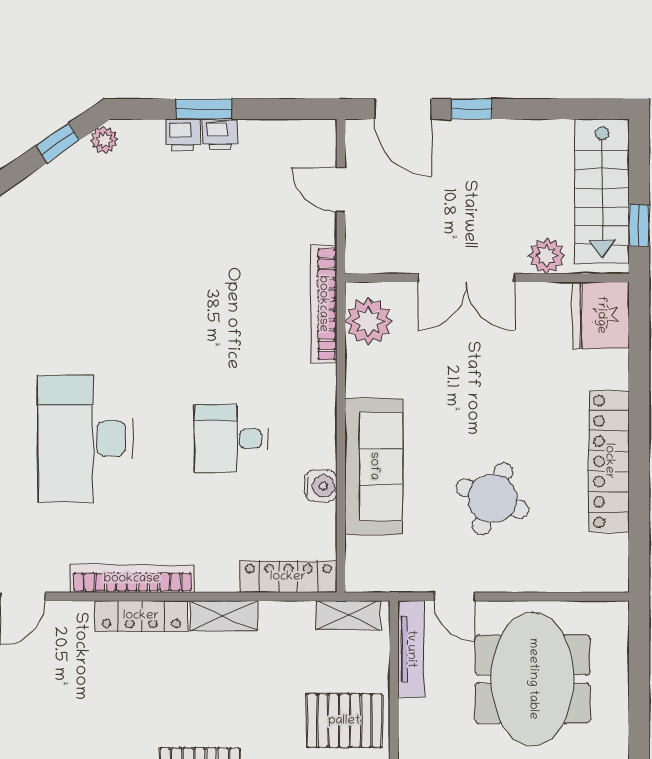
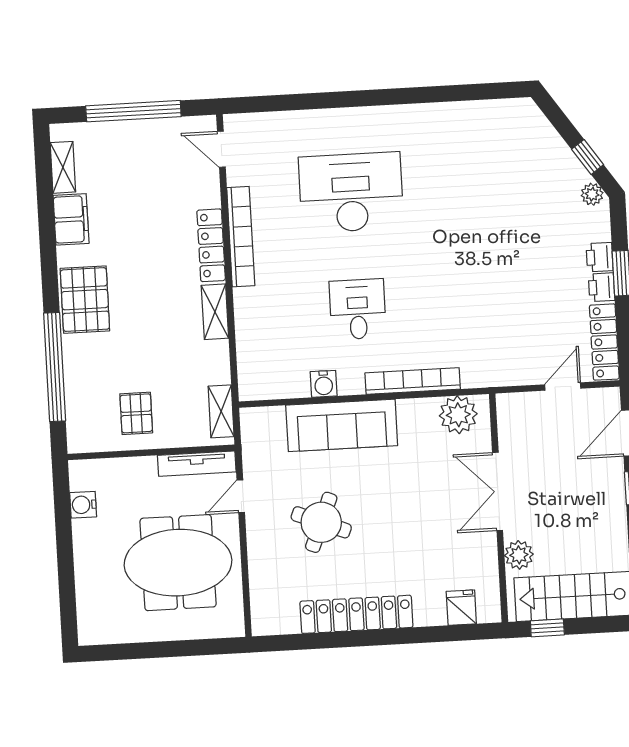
bookcase: (323, 304) -> (413, 381), moved
fridge: (601, 315) -> (461, 608), width x0.53, depth x0.75
locker: (288, 577) -> (604, 342), moved, turned 180
pallet: (344, 721) -> (136, 413), width x0.67, depth x0.71

